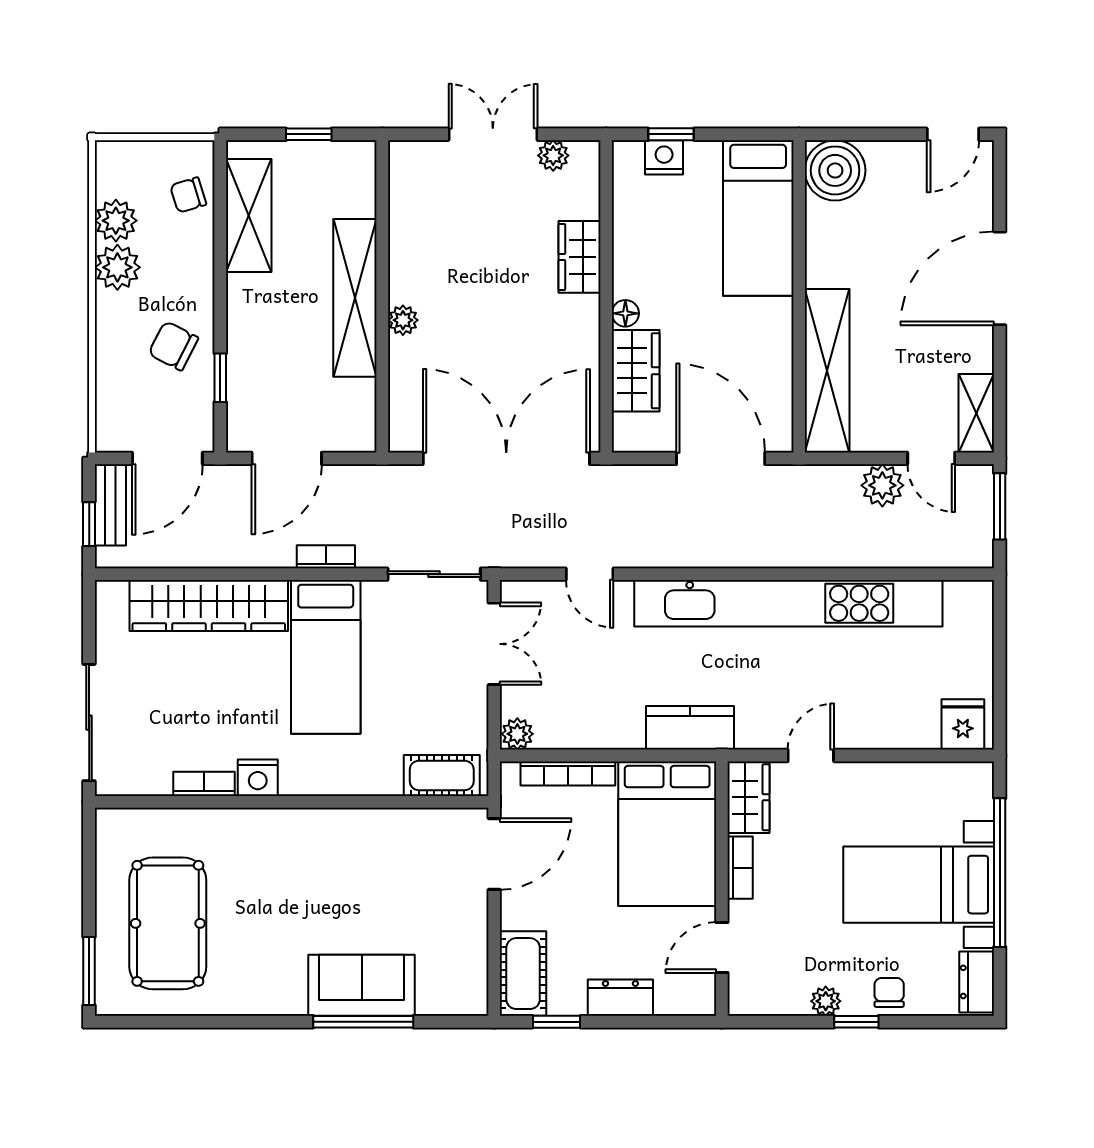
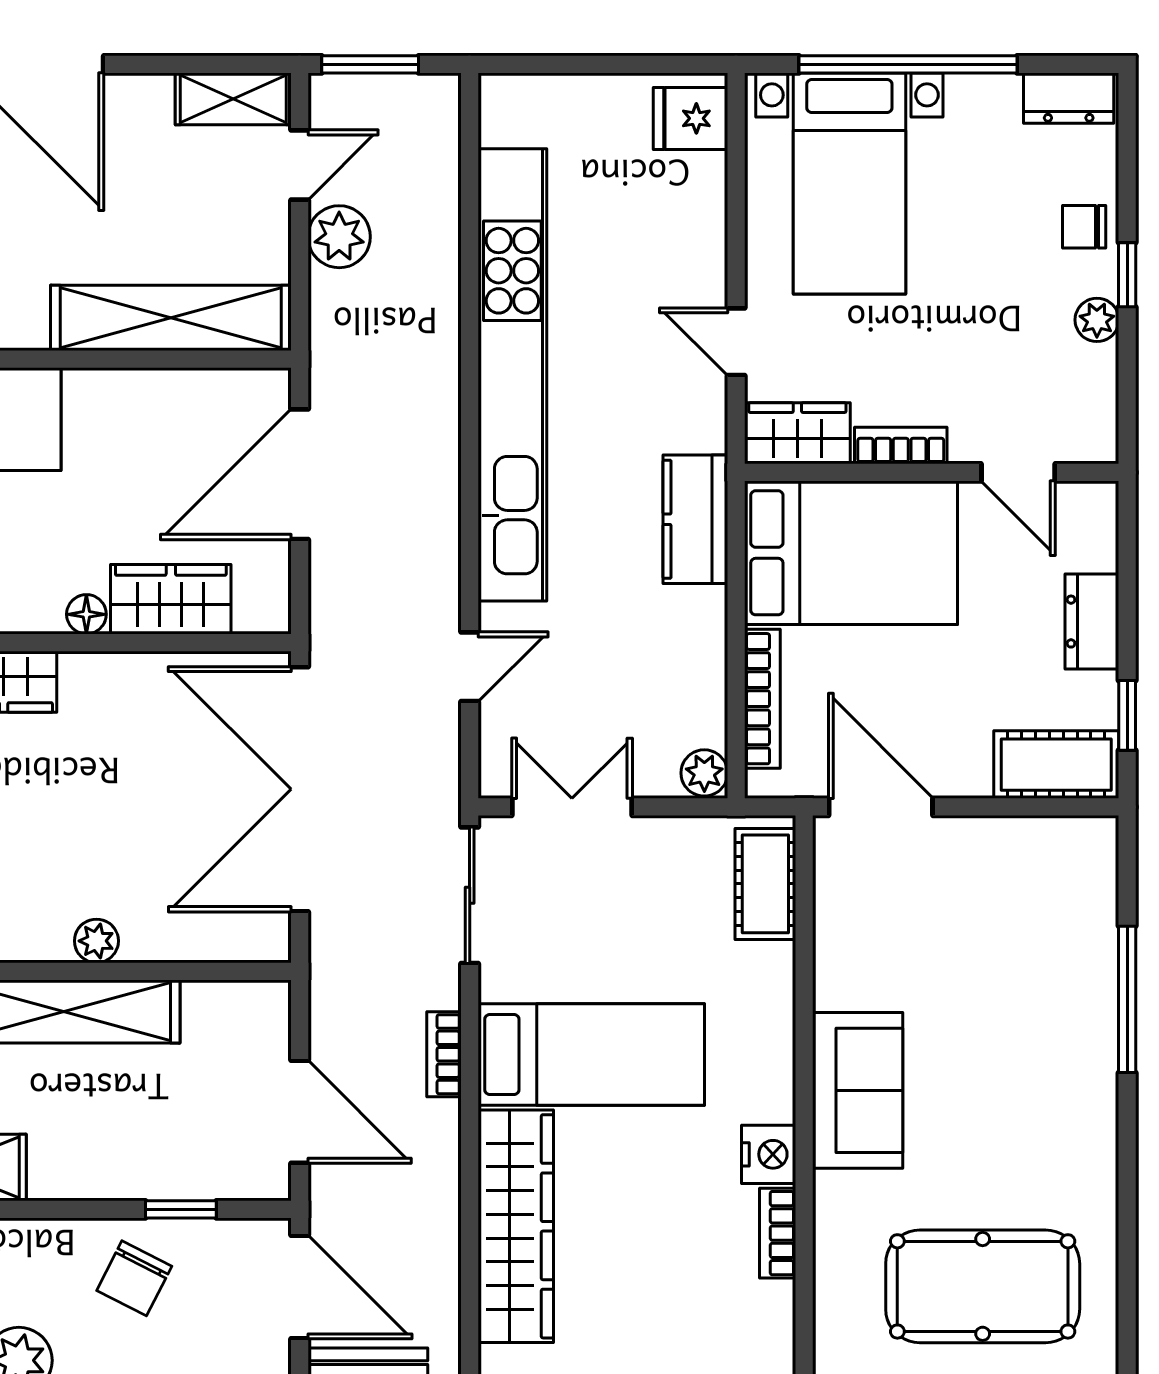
bed with nightstands: (919, 885) -> (849, 183), moved
sofa: (362, 985) -> (858, 1090), moved, turned 180

